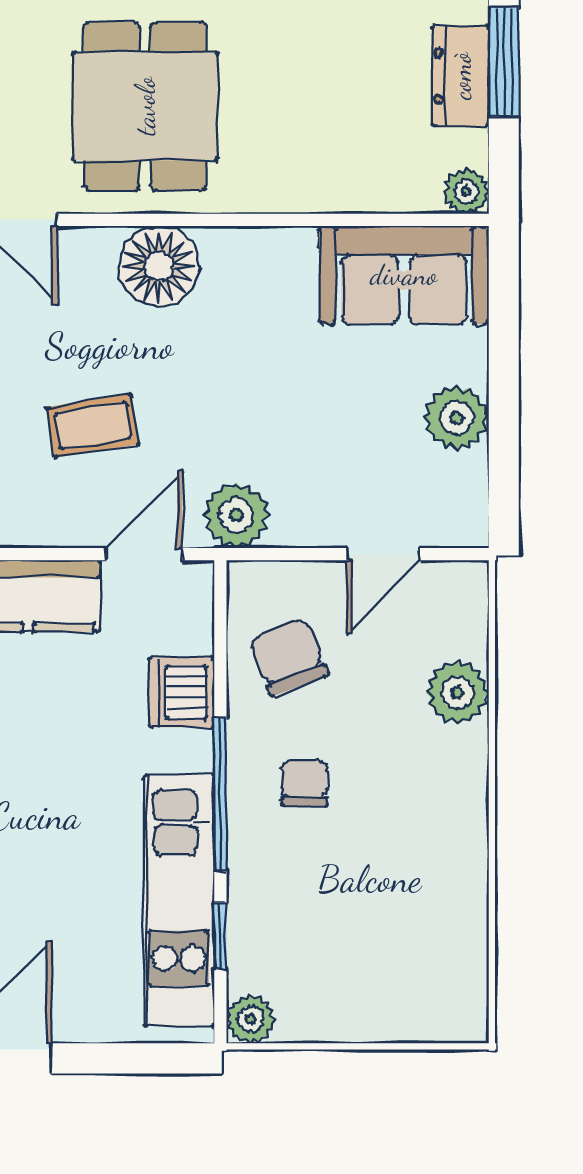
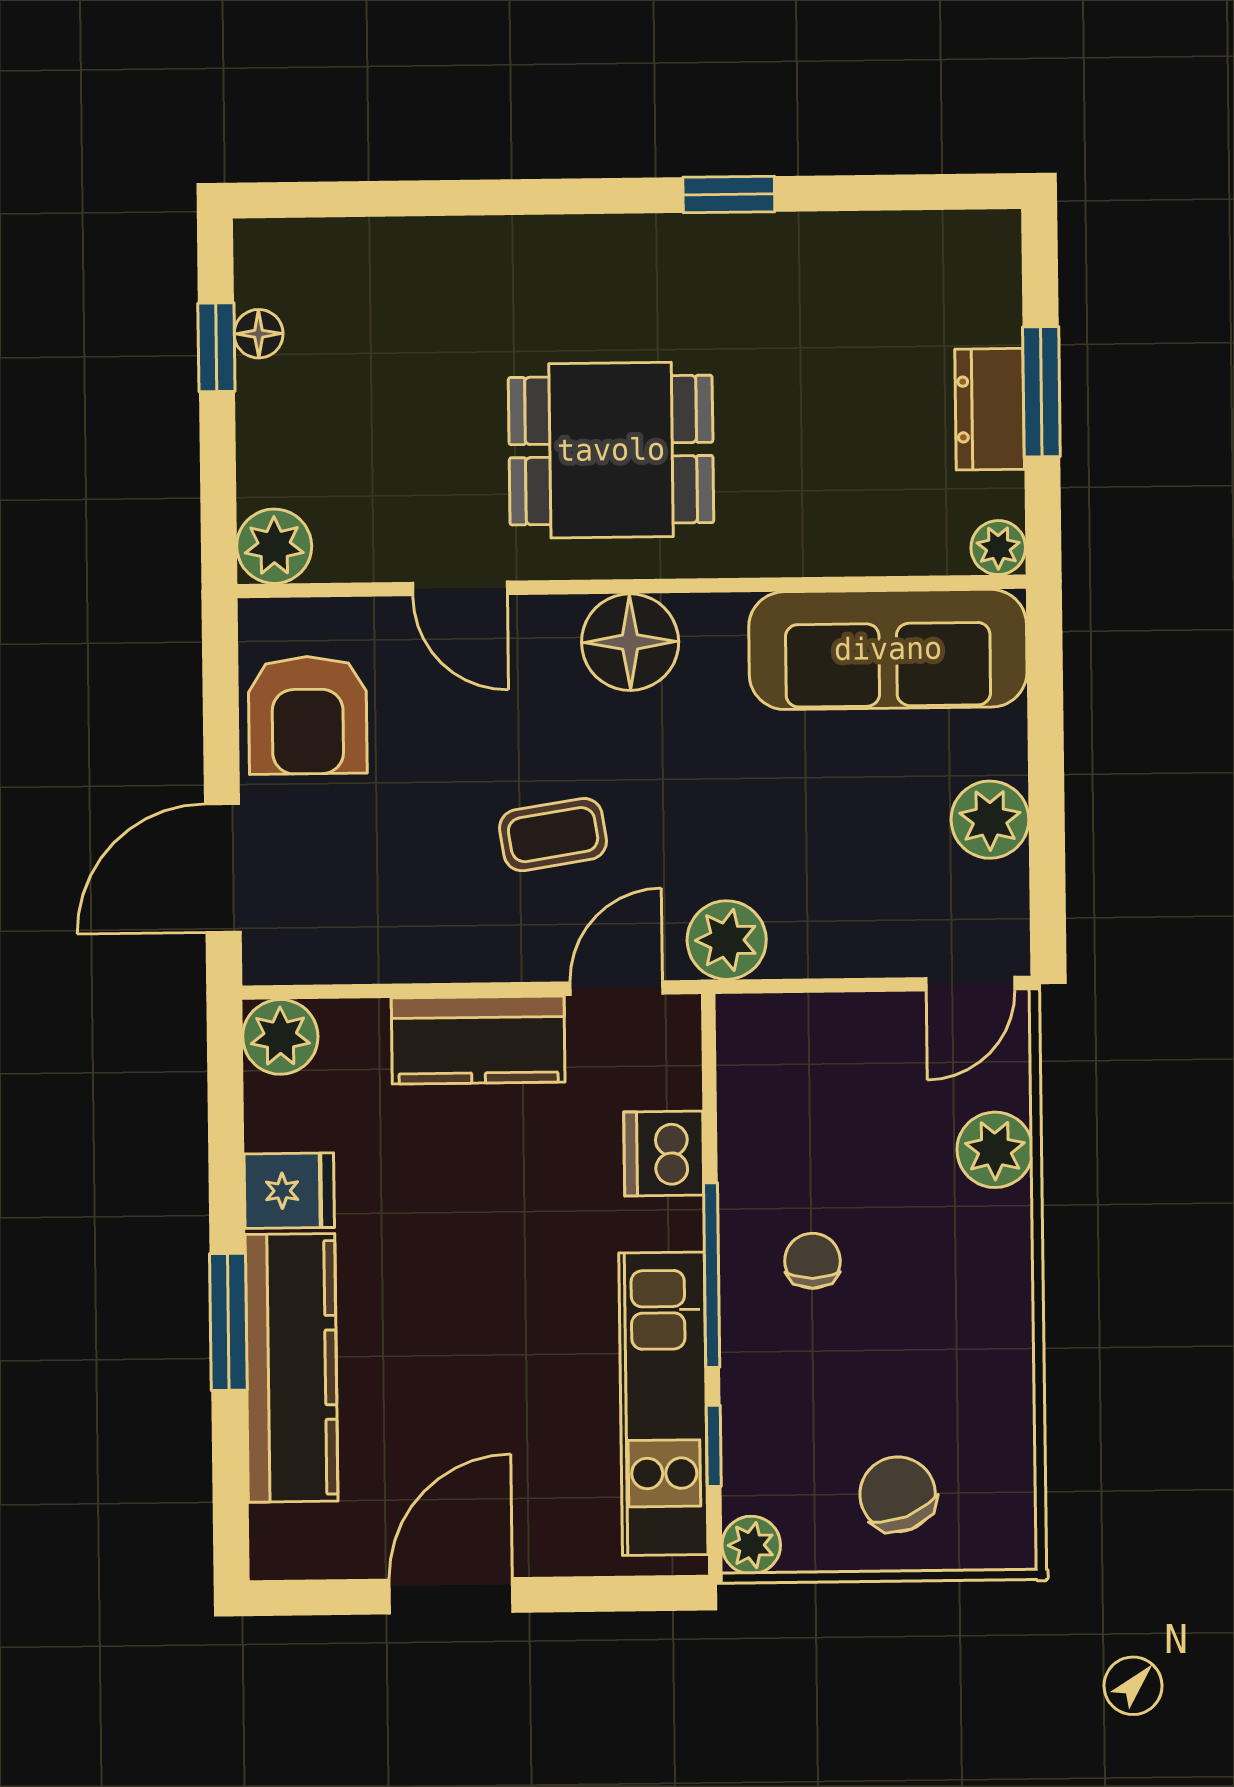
dining table: (145, 106) -> (611, 450), turned 90
sofa: (404, 275) -> (888, 649), width x1.36
door: (383, 554) -> (970, 984), moved
chair: (289, 657) -> (898, 1494), moved

